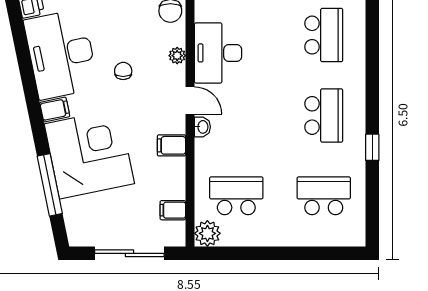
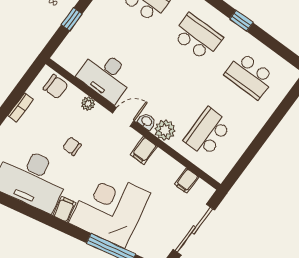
school desk: (324, 196) -> (250, 76), turned -90
plant: (207, 233) -> (165, 130), moved

